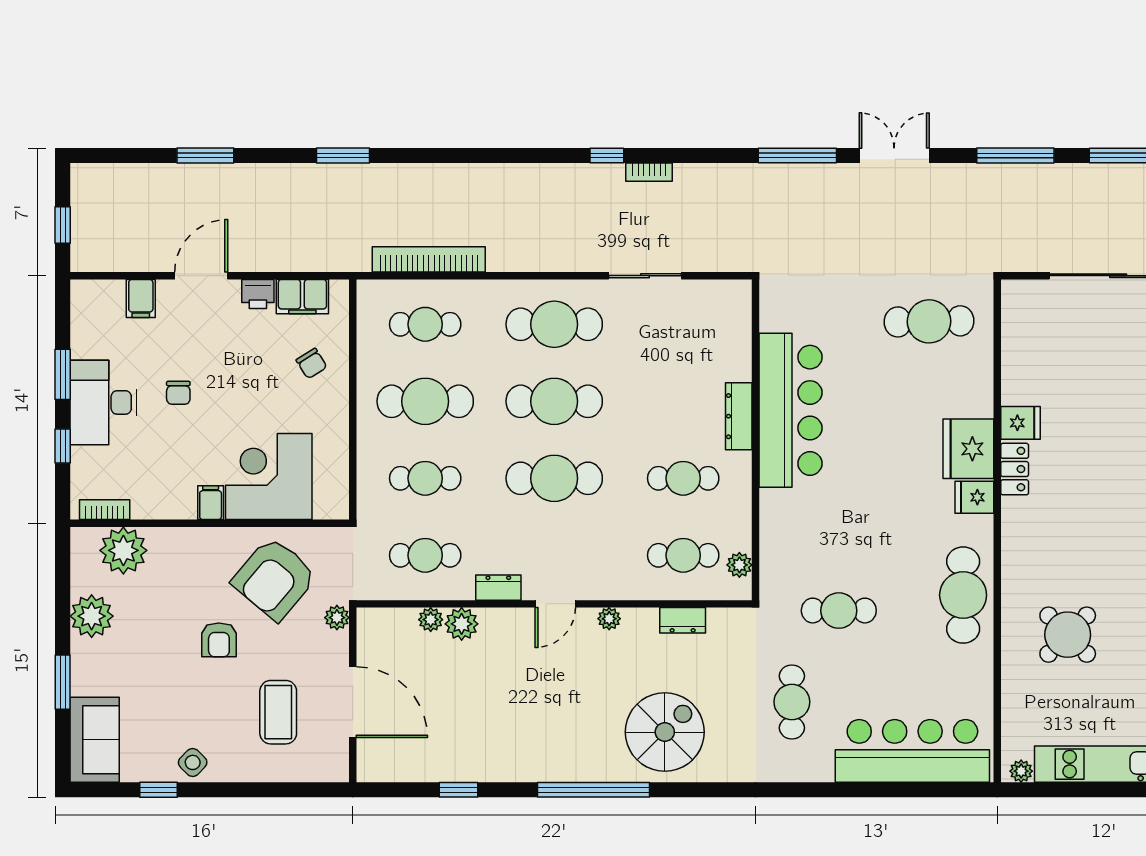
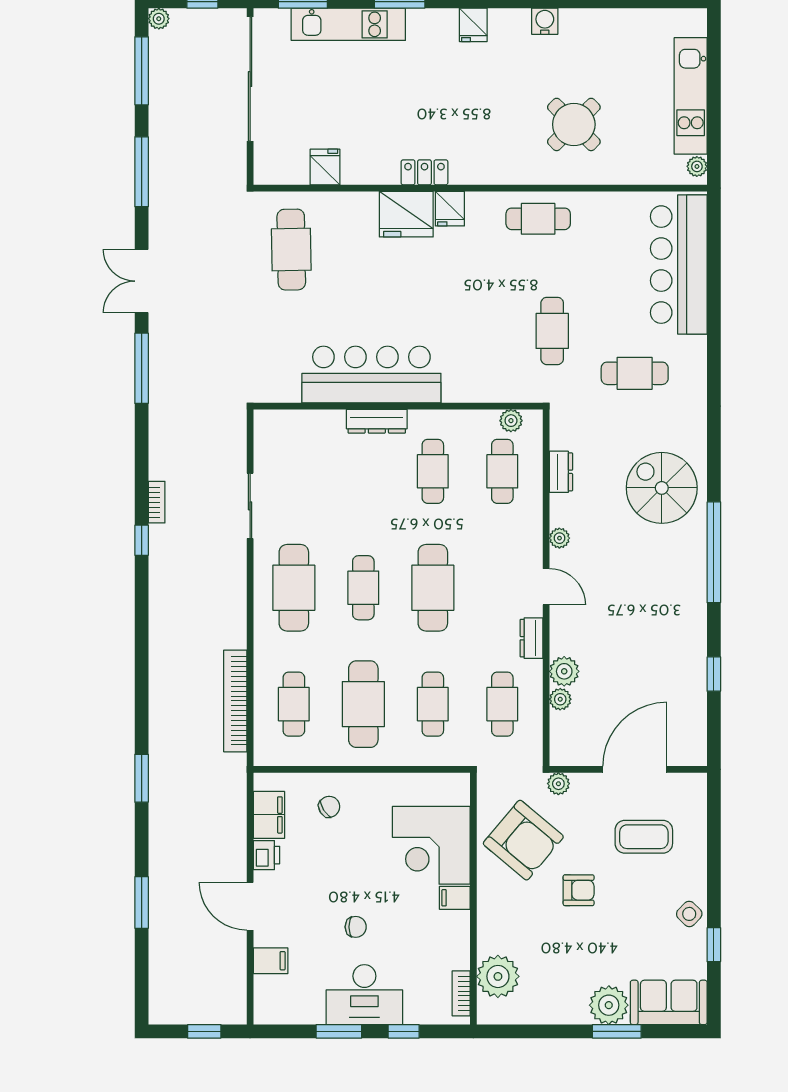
cafe table: (554, 401) -> (363, 588), width x0.73, depth x0.74
fridge: (1020, 423) -> (325, 167), moved
cafe table: (963, 595) -> (538, 219), width x0.73, depth x0.74
plant: (92, 616) -> (609, 1005), moved

